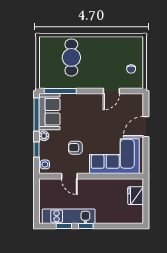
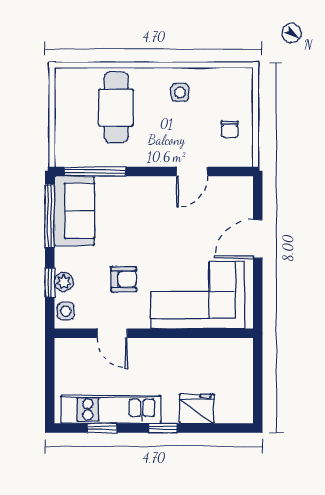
side table: (105, 49) -> (180, 92), added
plant: (44, 136) -> (64, 282), moved
armchair: (75, 148) -> (124, 279), turned 180
fridge: (136, 196) -> (196, 409), moved, turned 90
window: (86, 226) -> (163, 428), moved

